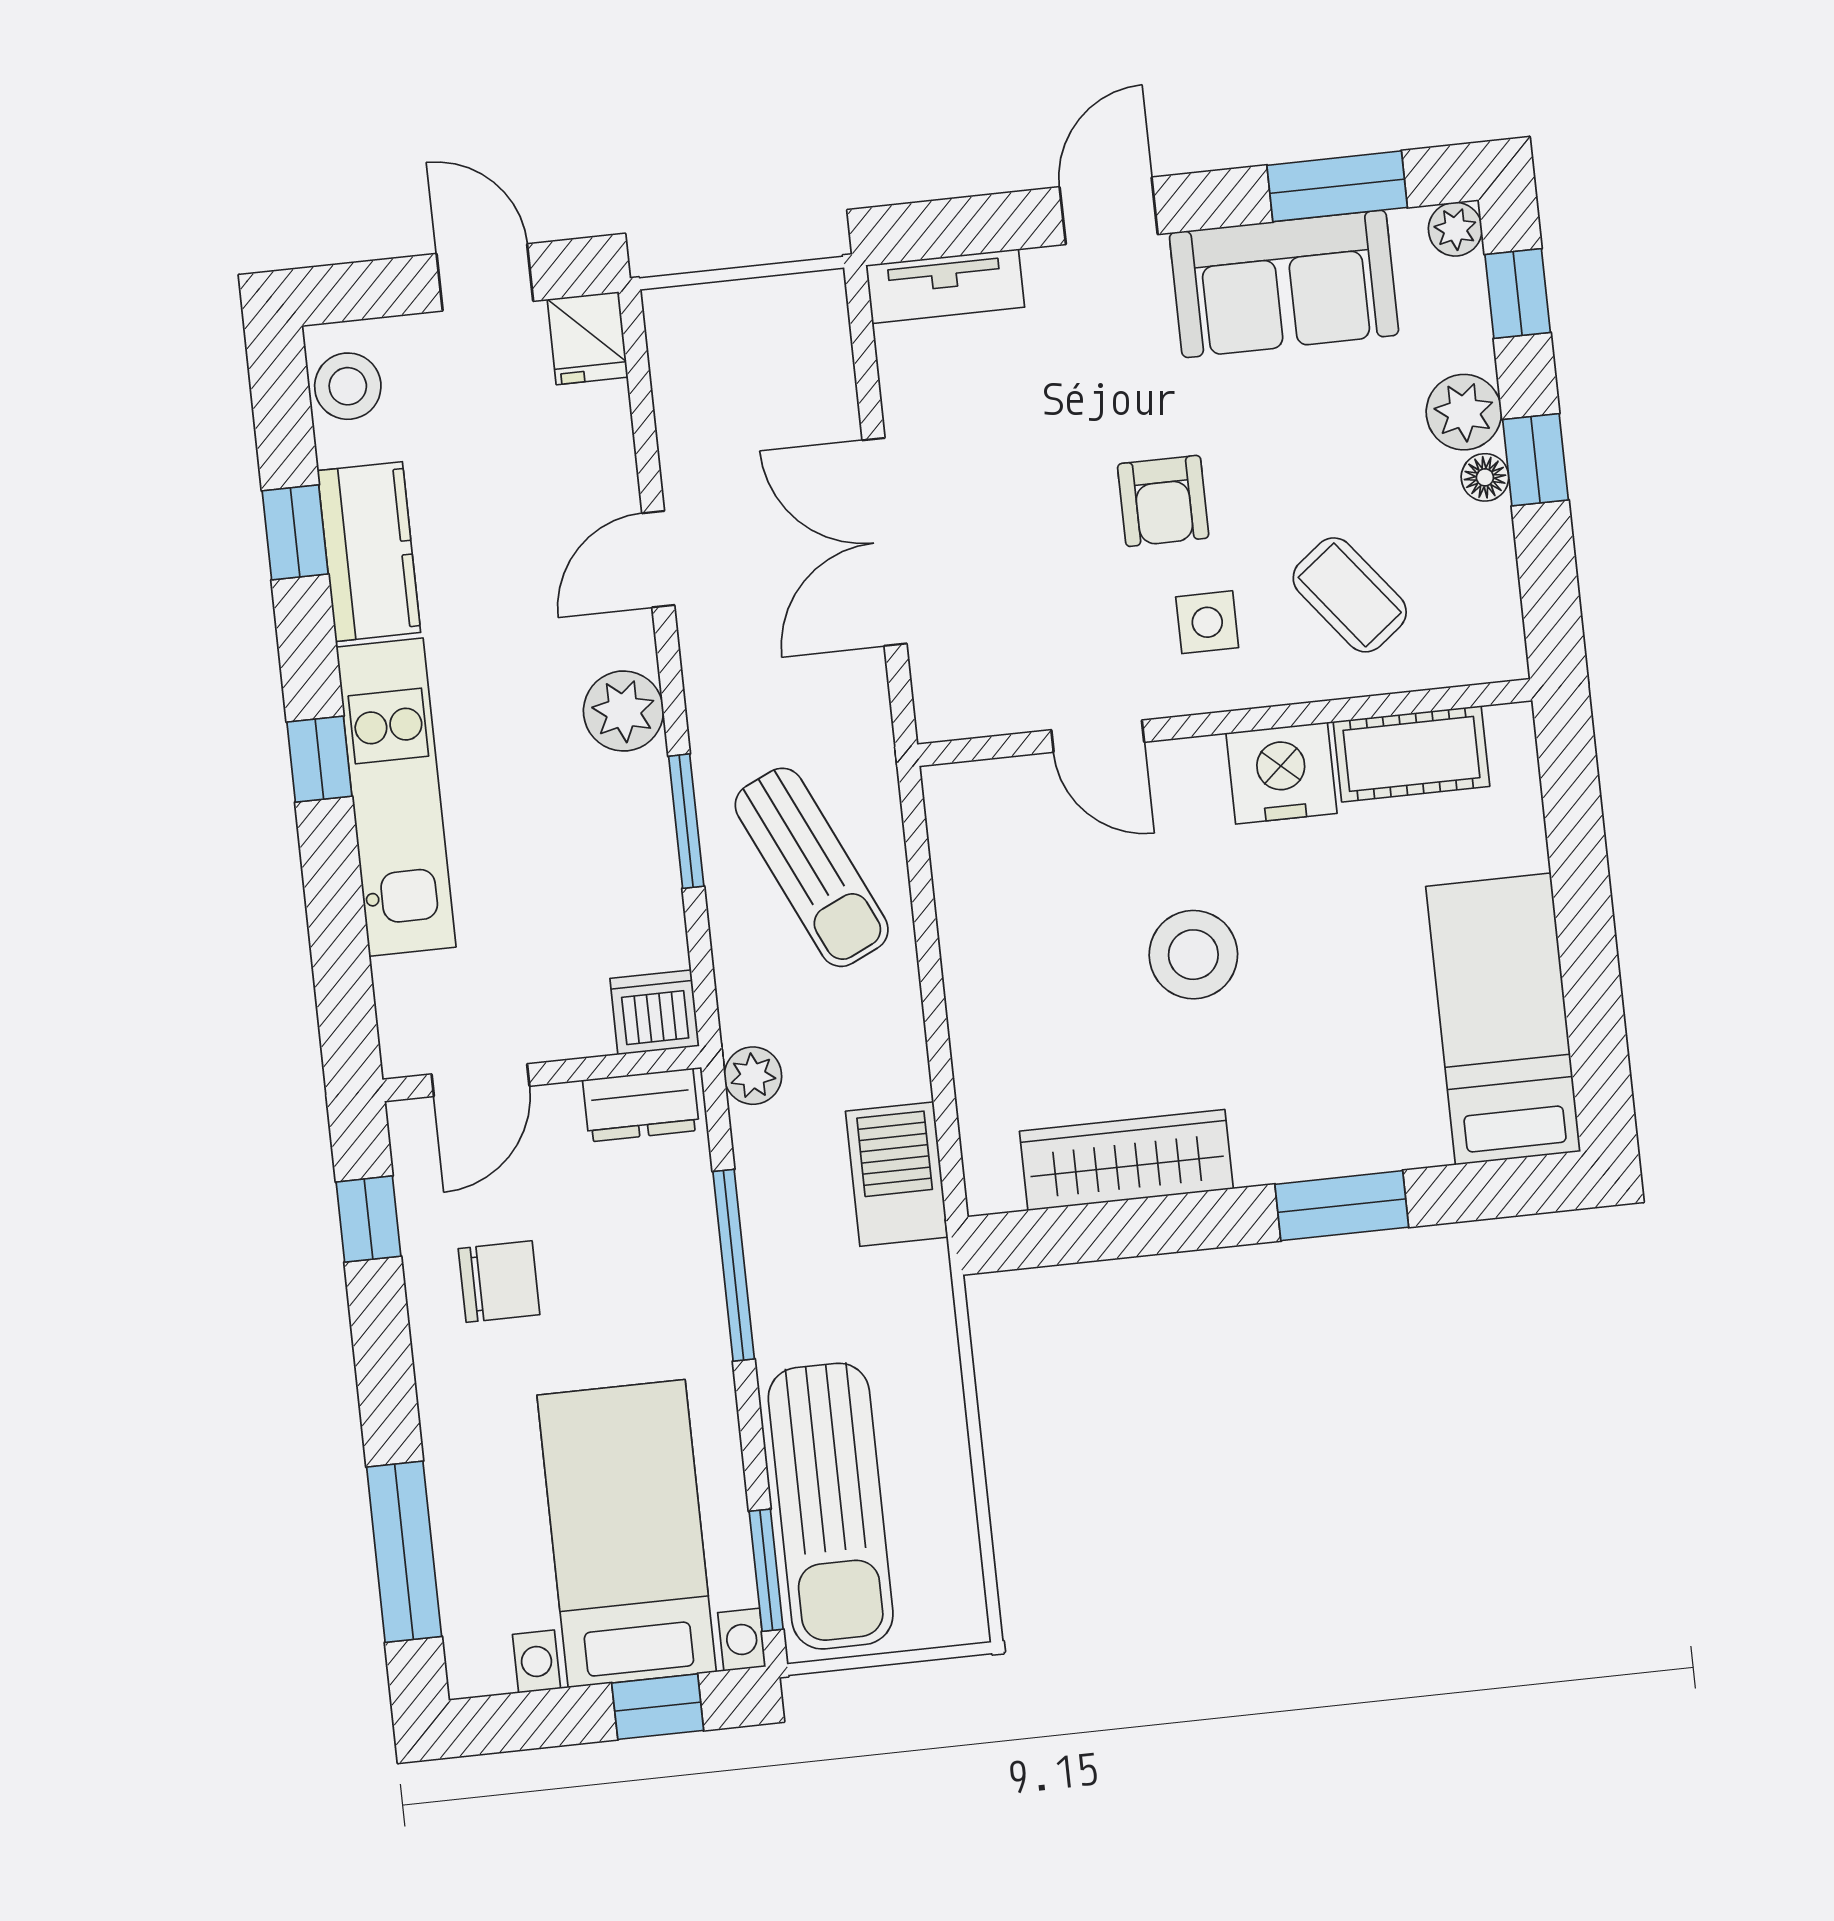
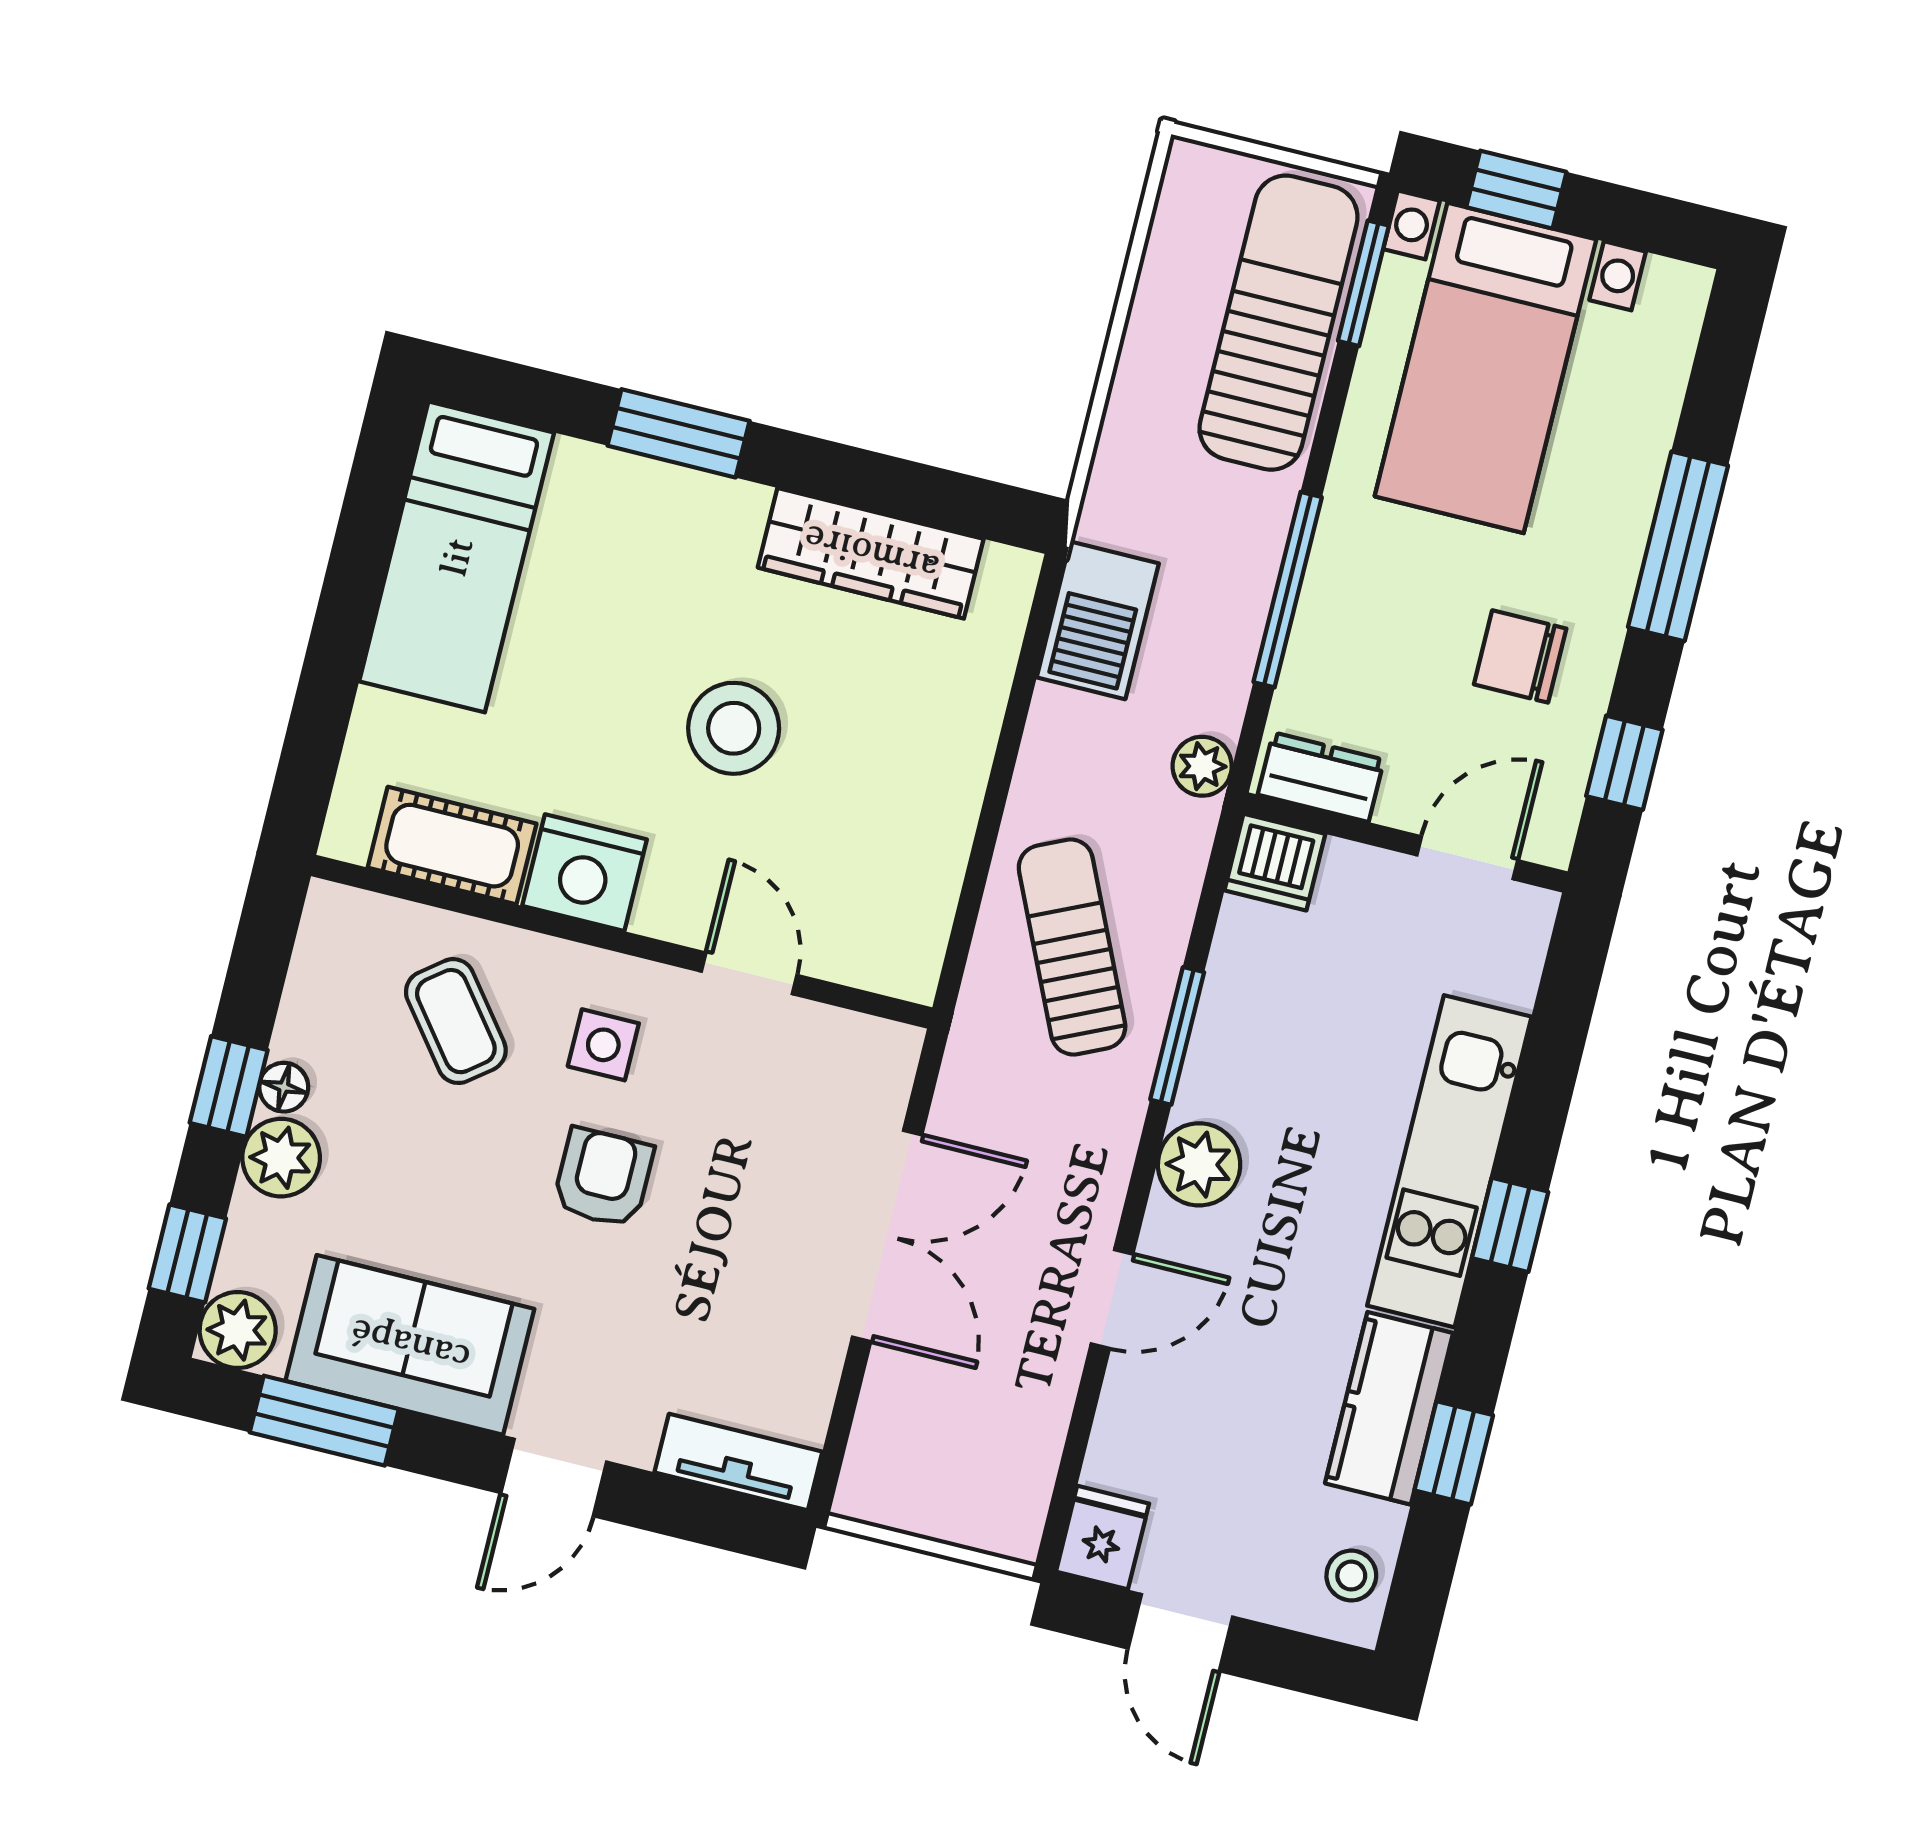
plant: (1455, 229) -> (238, 1330), width x1.38, depth x1.38
stool: (348, 386) -> (1351, 1576), width x0.73, depth x0.73
window: (404, 1552) -> (1678, 546), moved

